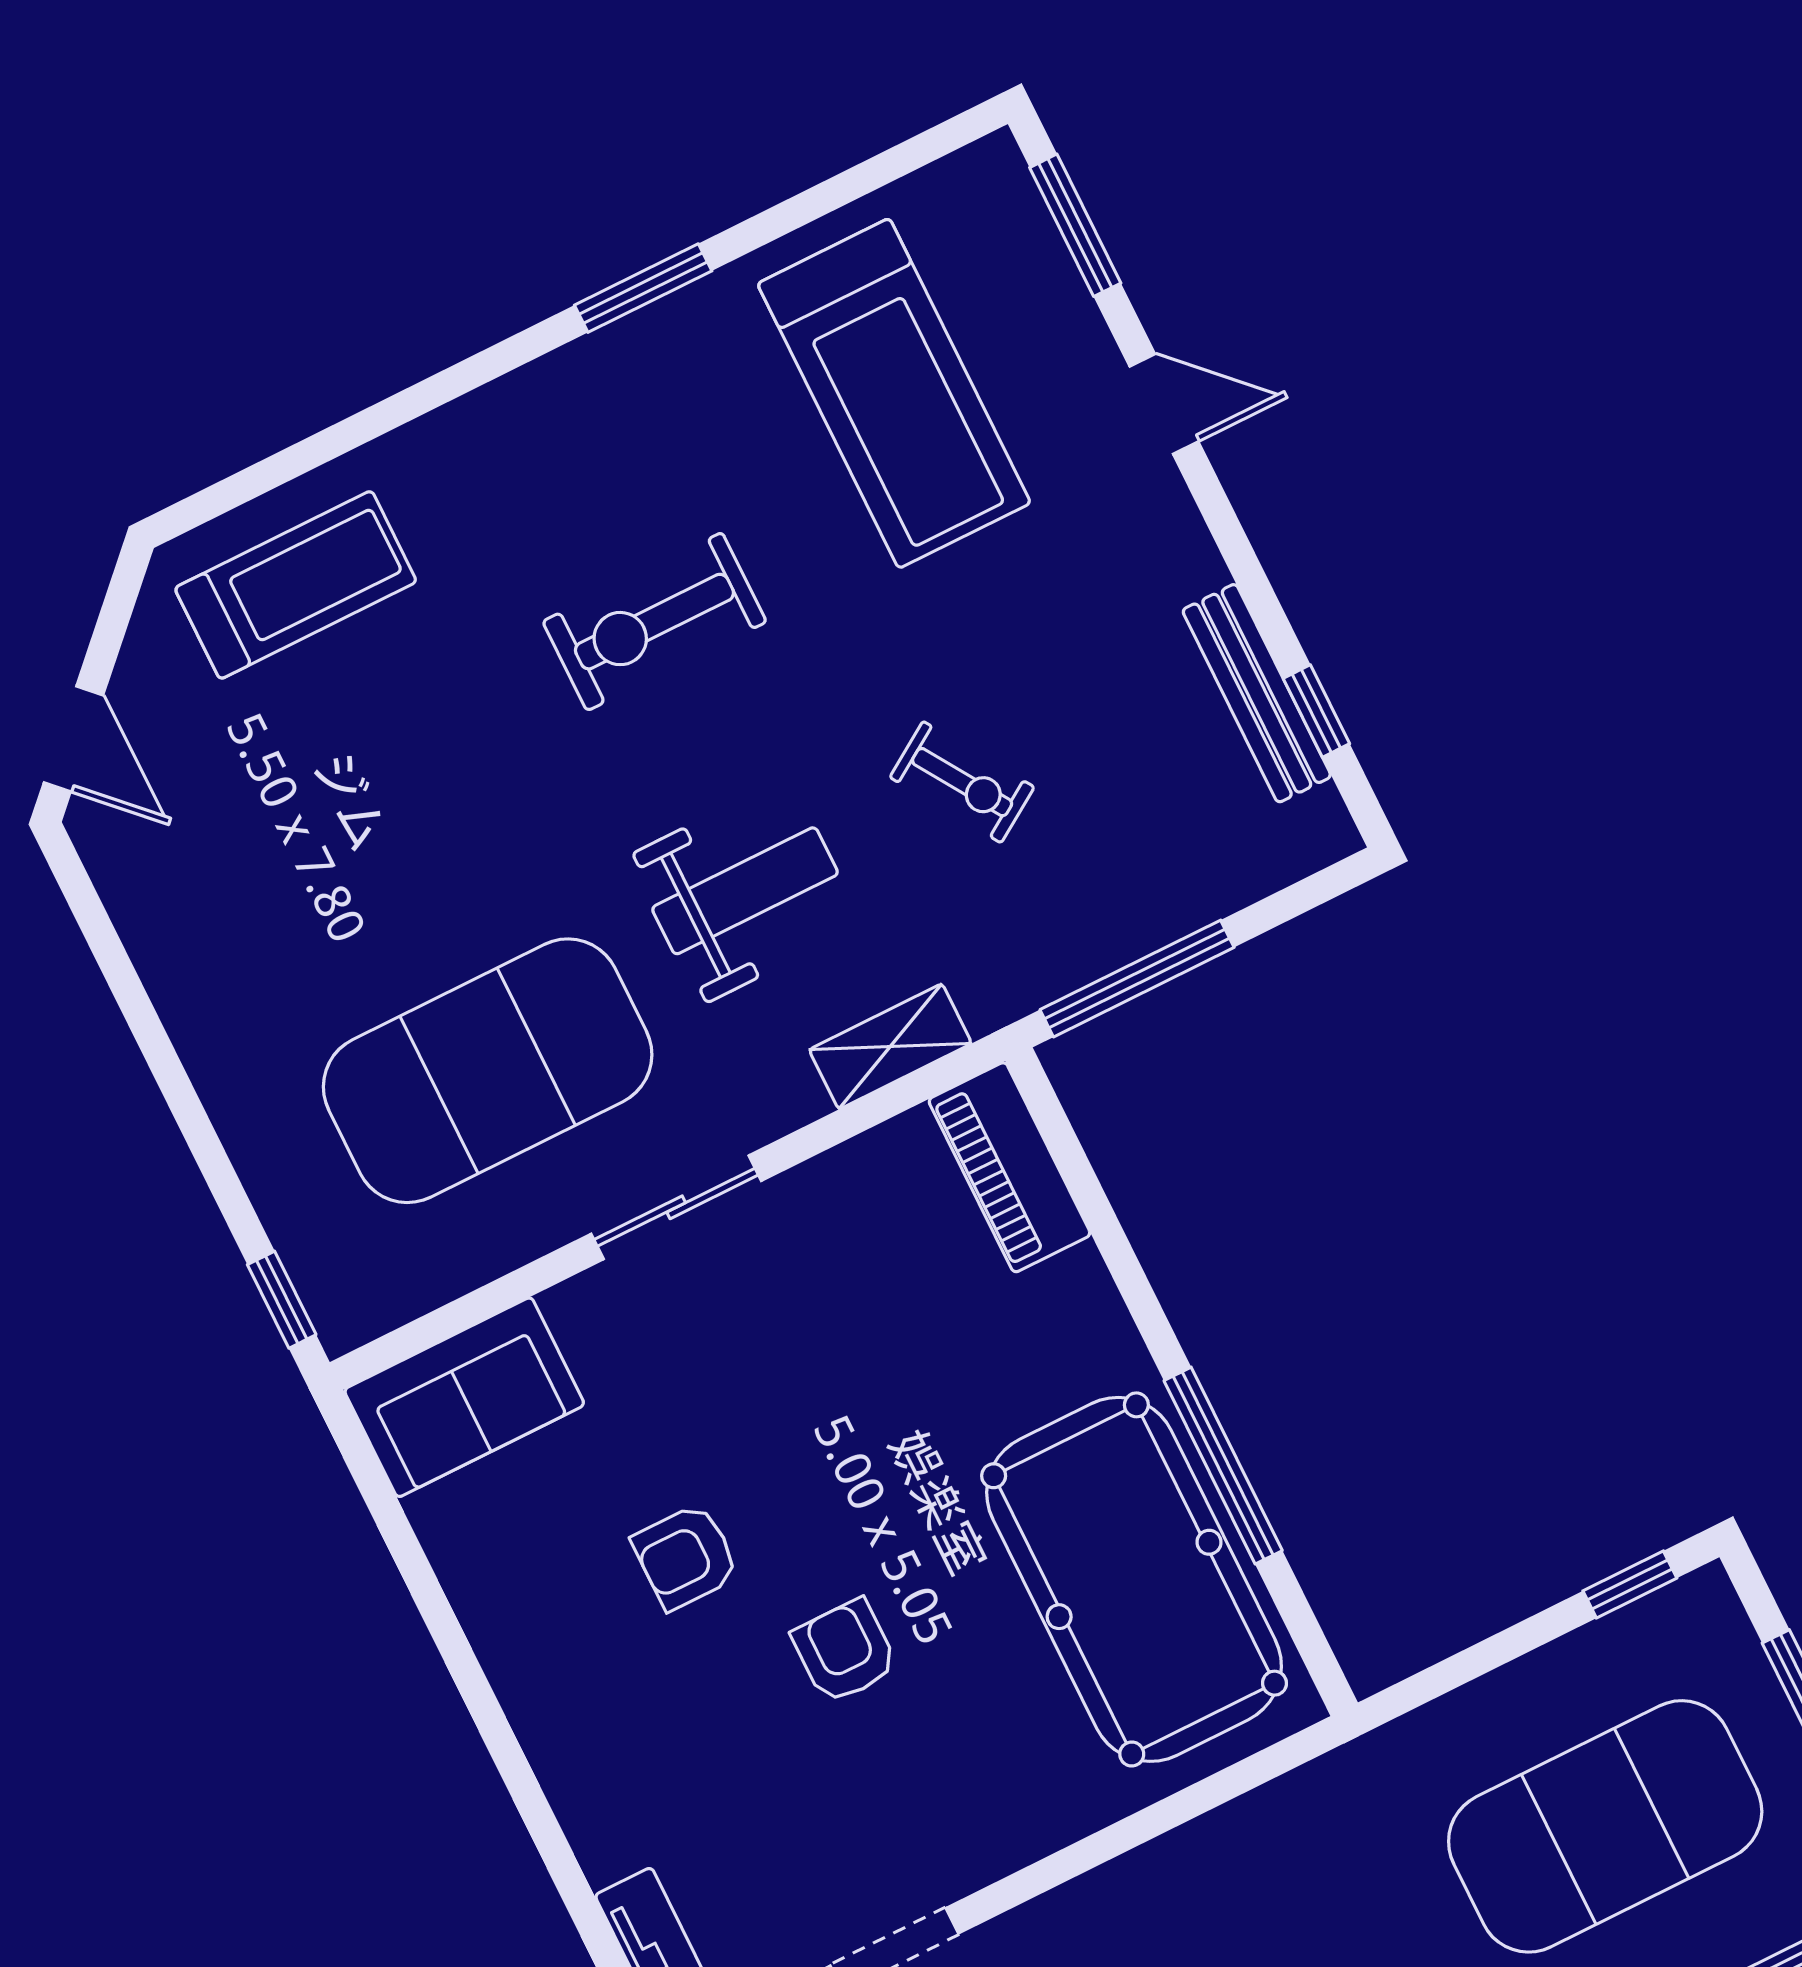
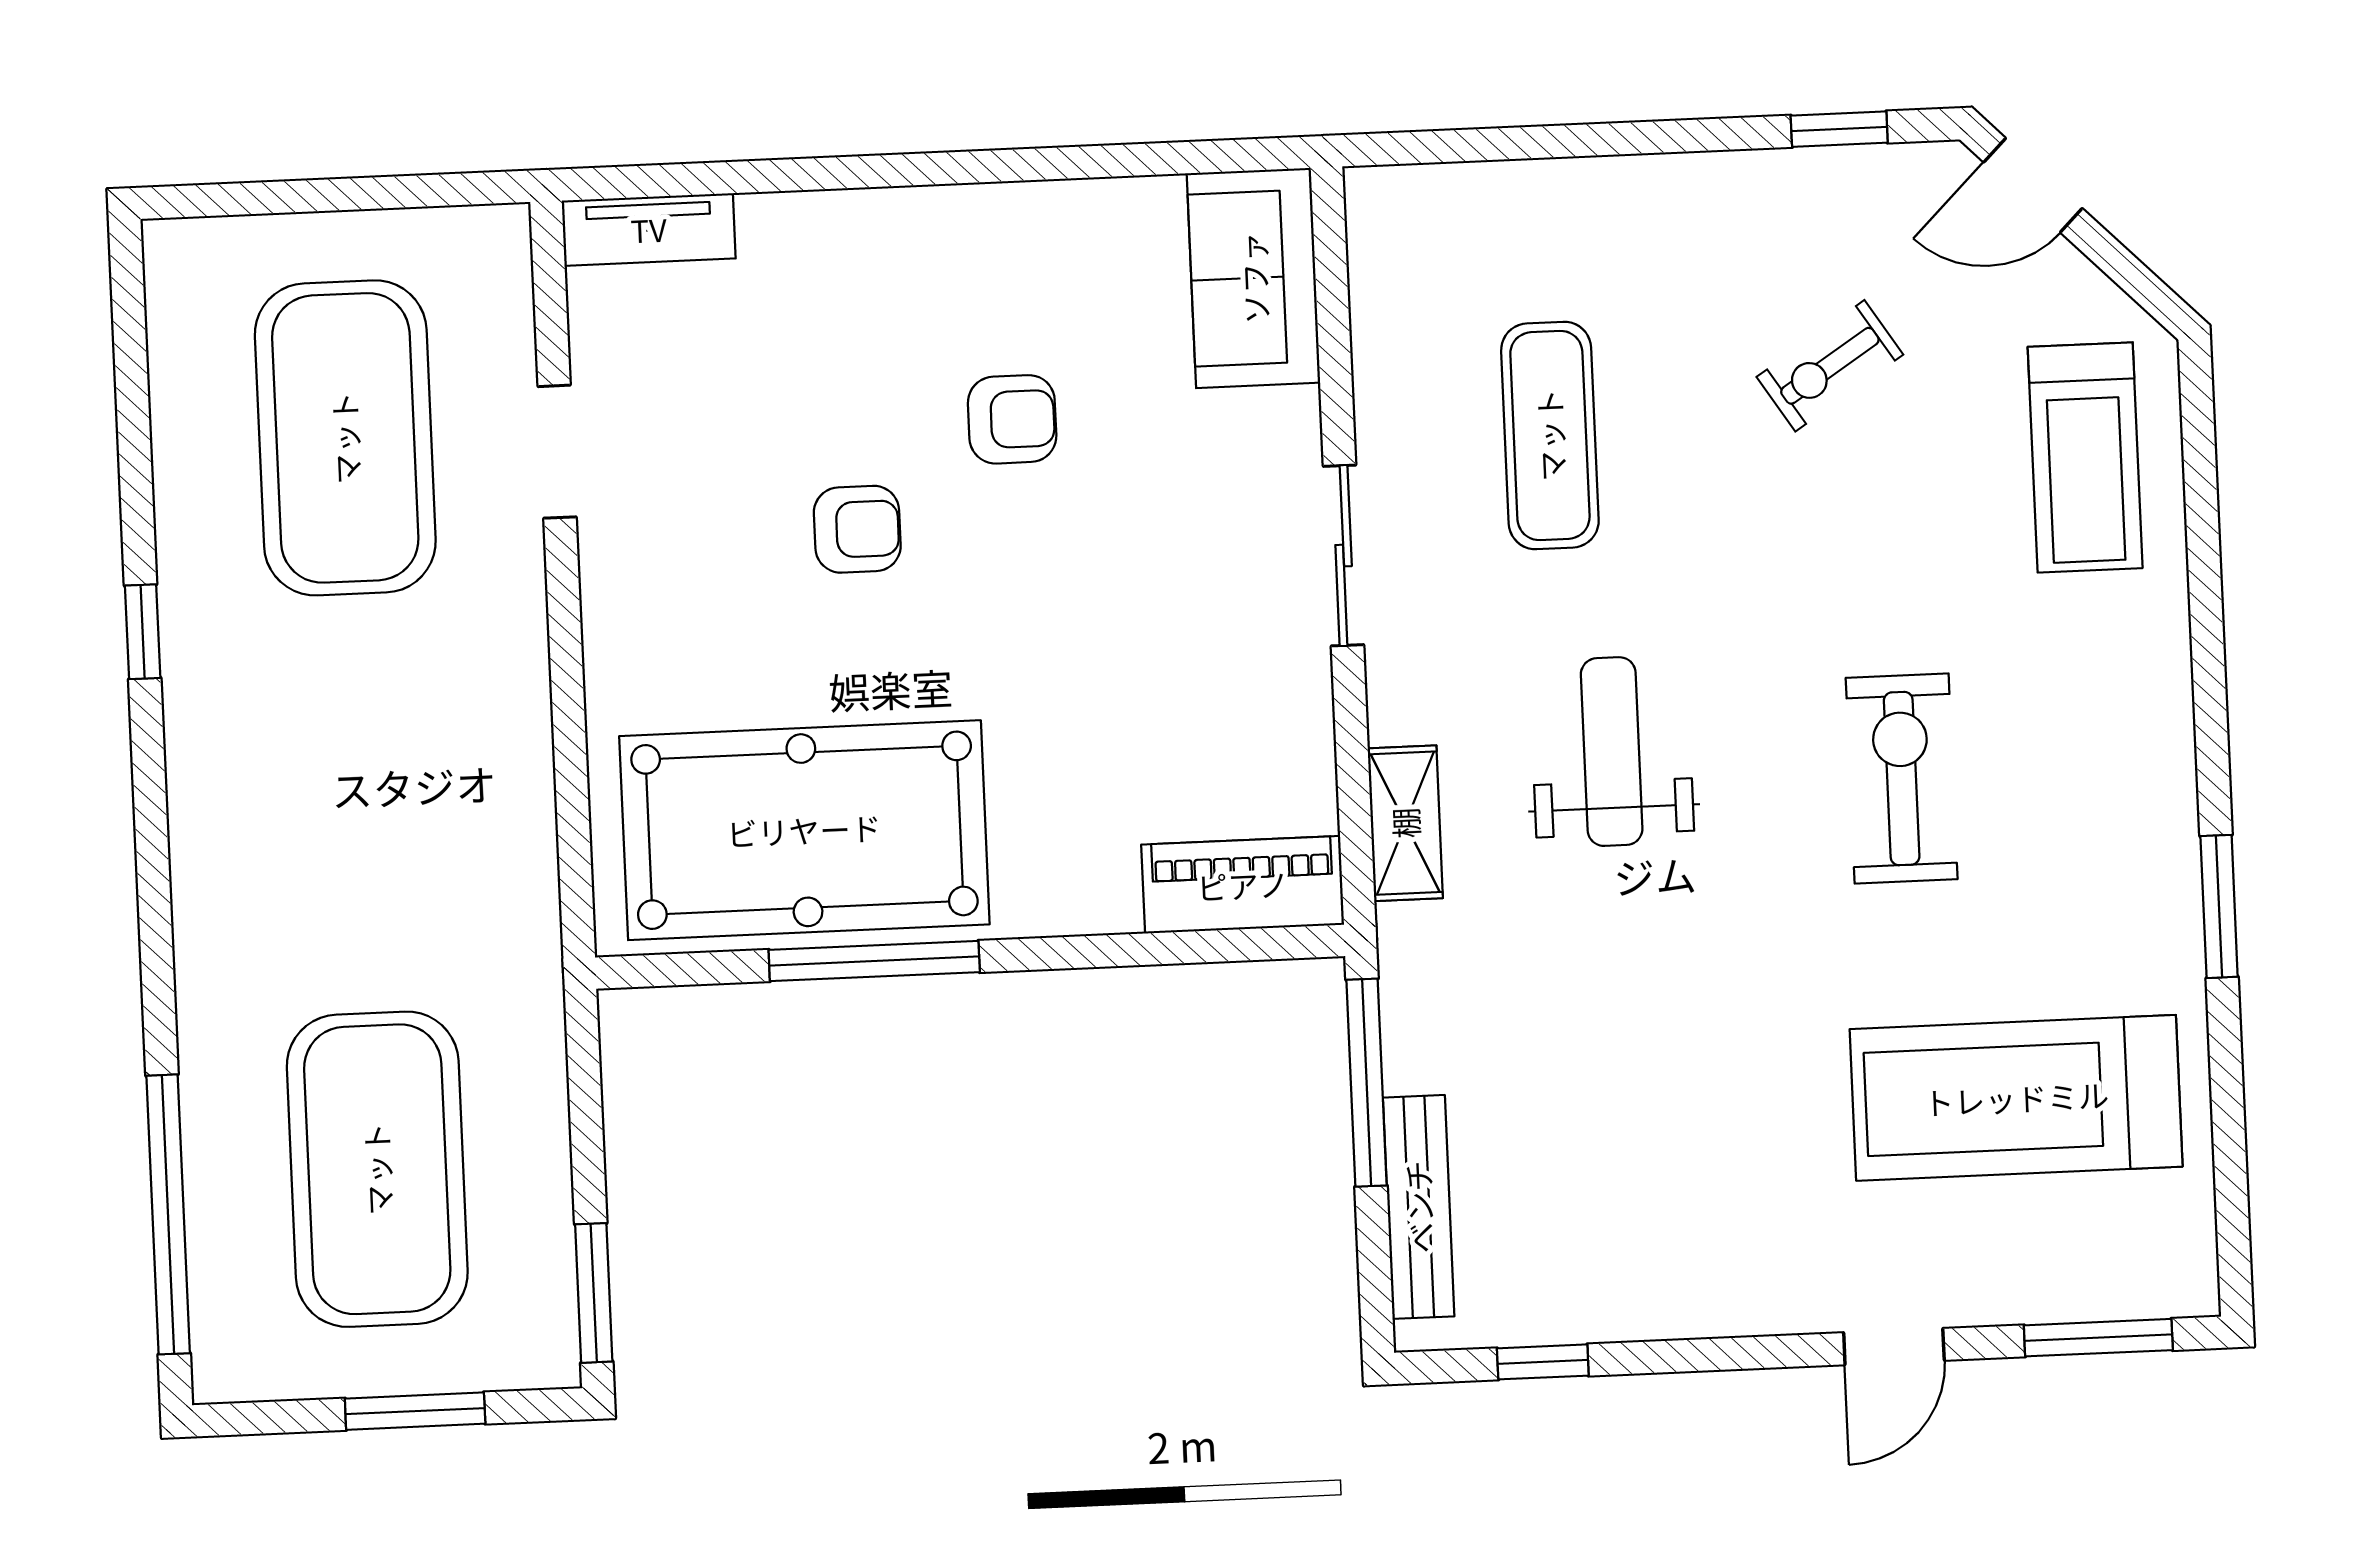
bench: (1257, 693) -> (1419, 1207), moved, turned 90
exercise bike: (962, 782) -> (1830, 366), moved
weight bench: (745, 891) -> (1612, 752), turned 180
exercise mat: (488, 1071) -> (1550, 435), width x0.50, depth x0.69
window: (282, 1300) -> (1839, 129), moved
armchair: (686, 1557) -> (1012, 419), turned 90
window: (1630, 1584) -> (594, 1293), width x1.50

